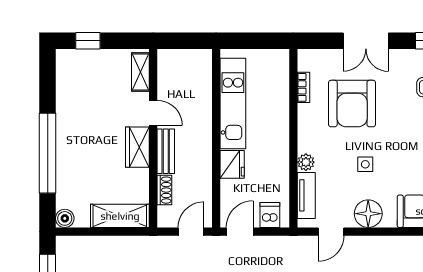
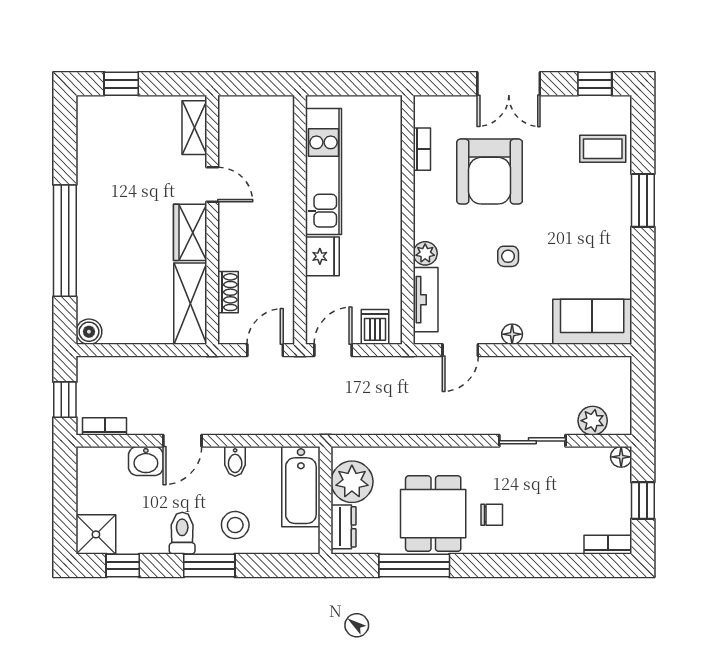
bench: (166, 151) -> (230, 238), removed
floor lamp: (368, 214) -> (512, 334), width x0.53, depth x0.53
shelving: (120, 216) -> (190, 304), moved, turned 90

